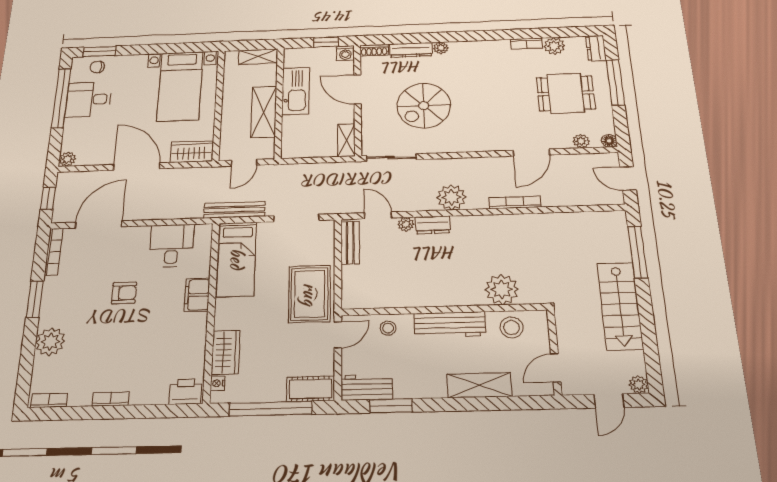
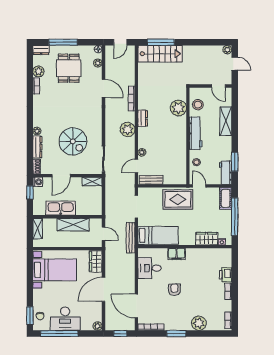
desk: (88, 100) -> (65, 319), width x1.37
dresser: (433, 225) -> (143, 118), moved
stairs: (620, 306) -> (160, 54), moved
printer: (185, 392) -> (226, 275), moved

